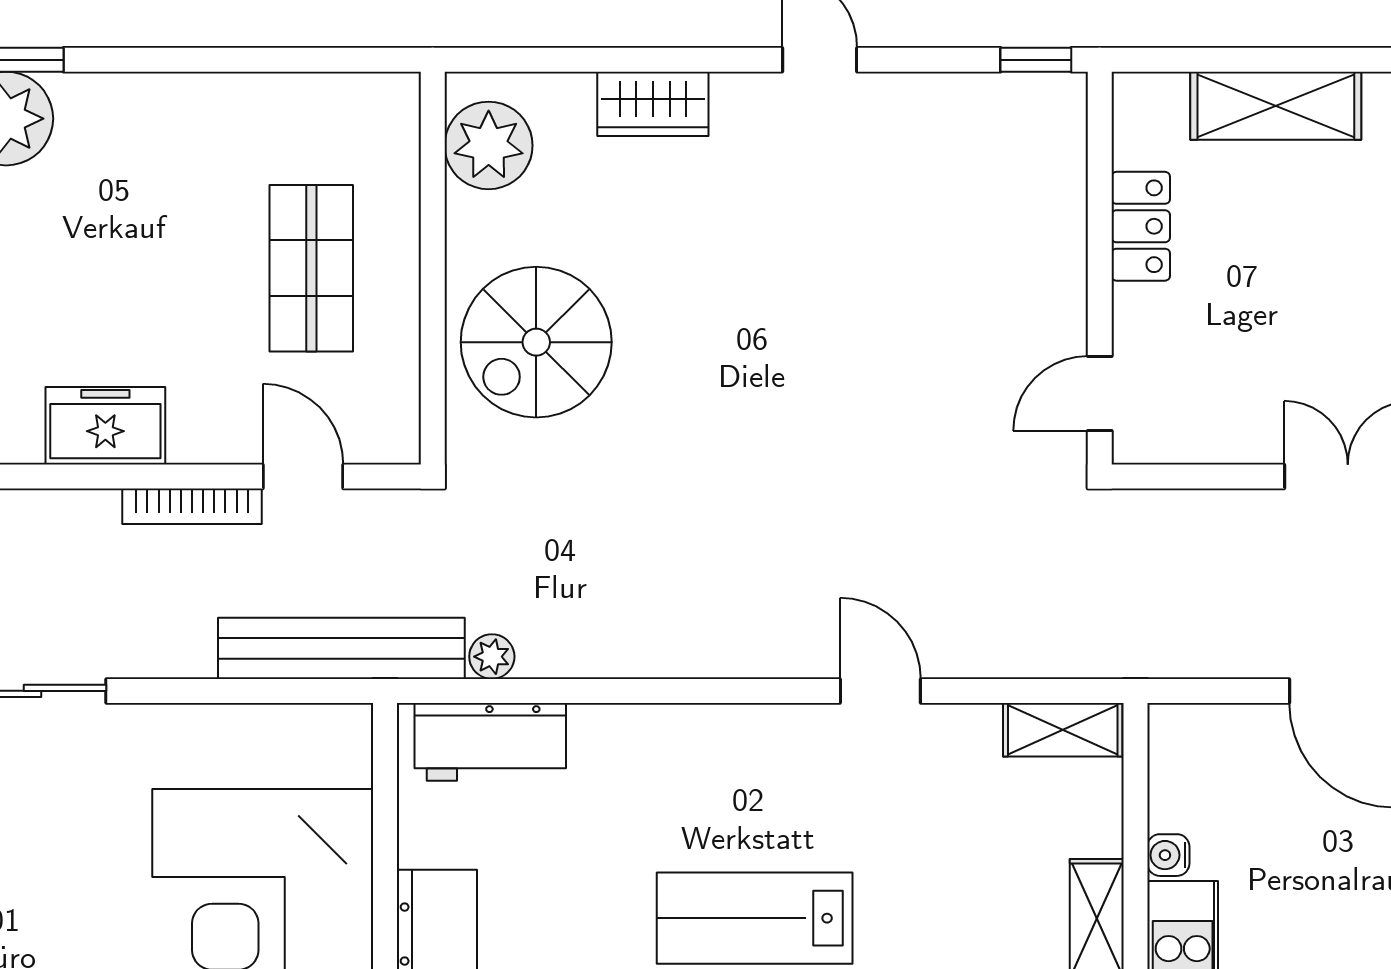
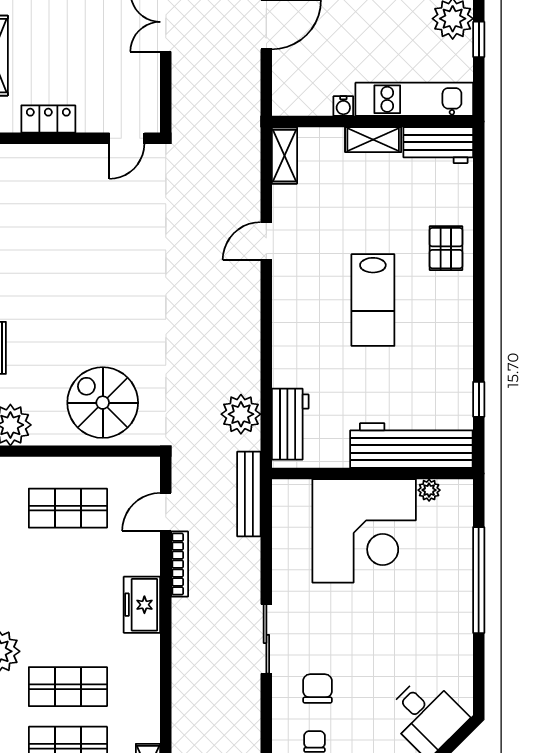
spiral stairs: (536, 342) -> (103, 403), turned 180
door: (1100, 394) -> (127, 138), hinge flipped
bench: (341, 648) -> (249, 494), width x0.73, depth x0.82
plant: (492, 657) -> (241, 414), width x1.88, depth x1.88

